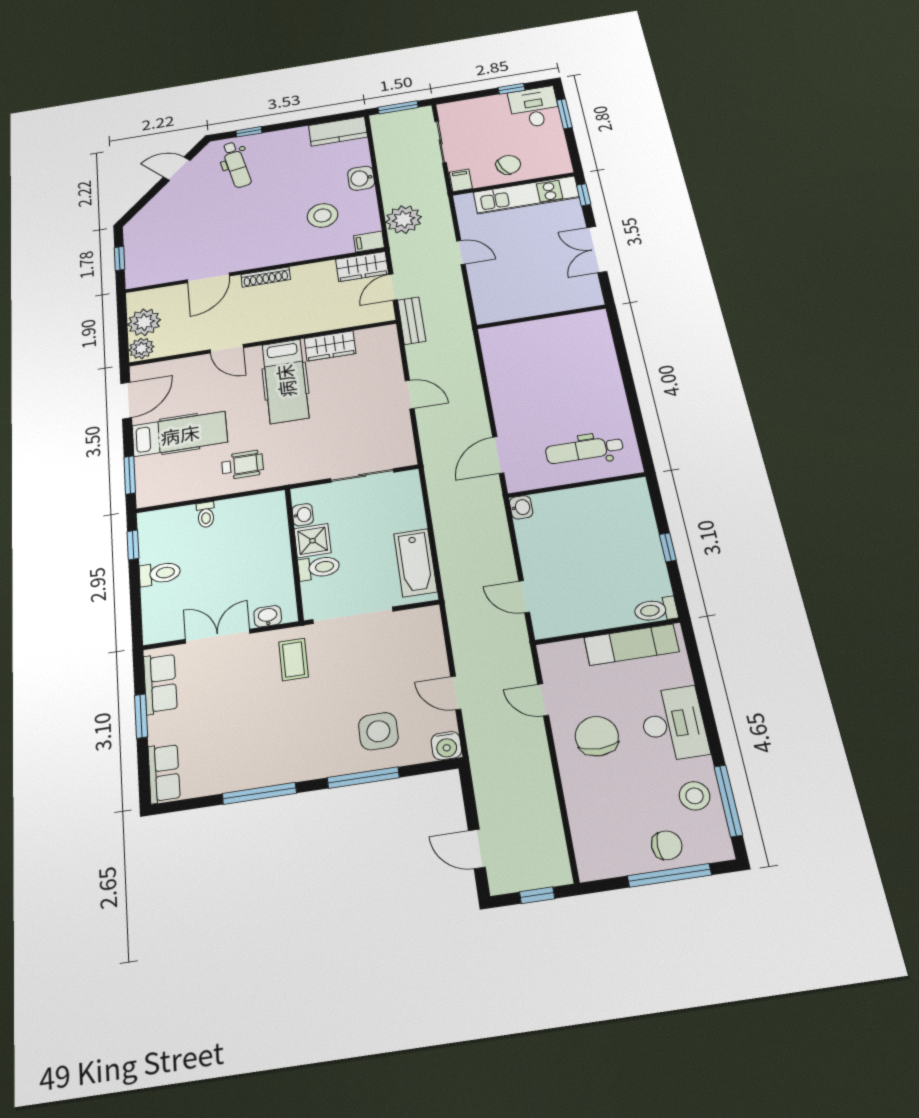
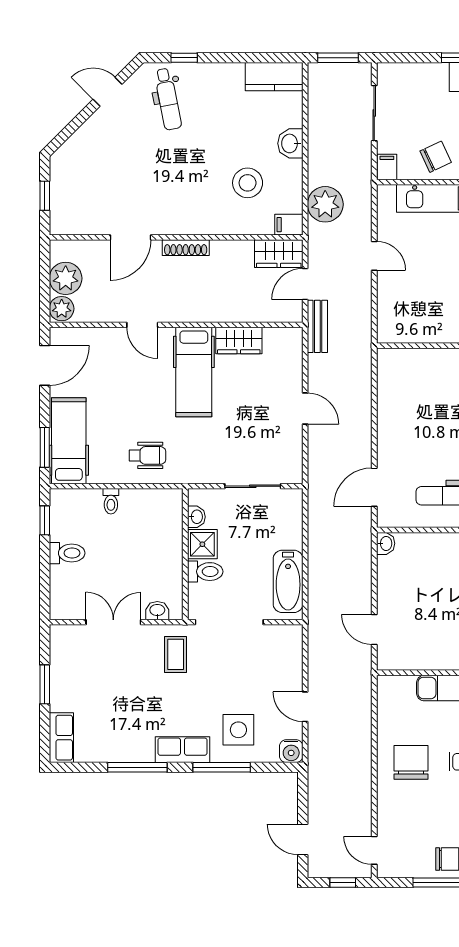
hospital bed: (180, 434) -> (69, 441), moved, turned -90
row of seats: (160, 683) -> (182, 750), moved, turned -90
door: (543, 700) -> (374, 850), moved

